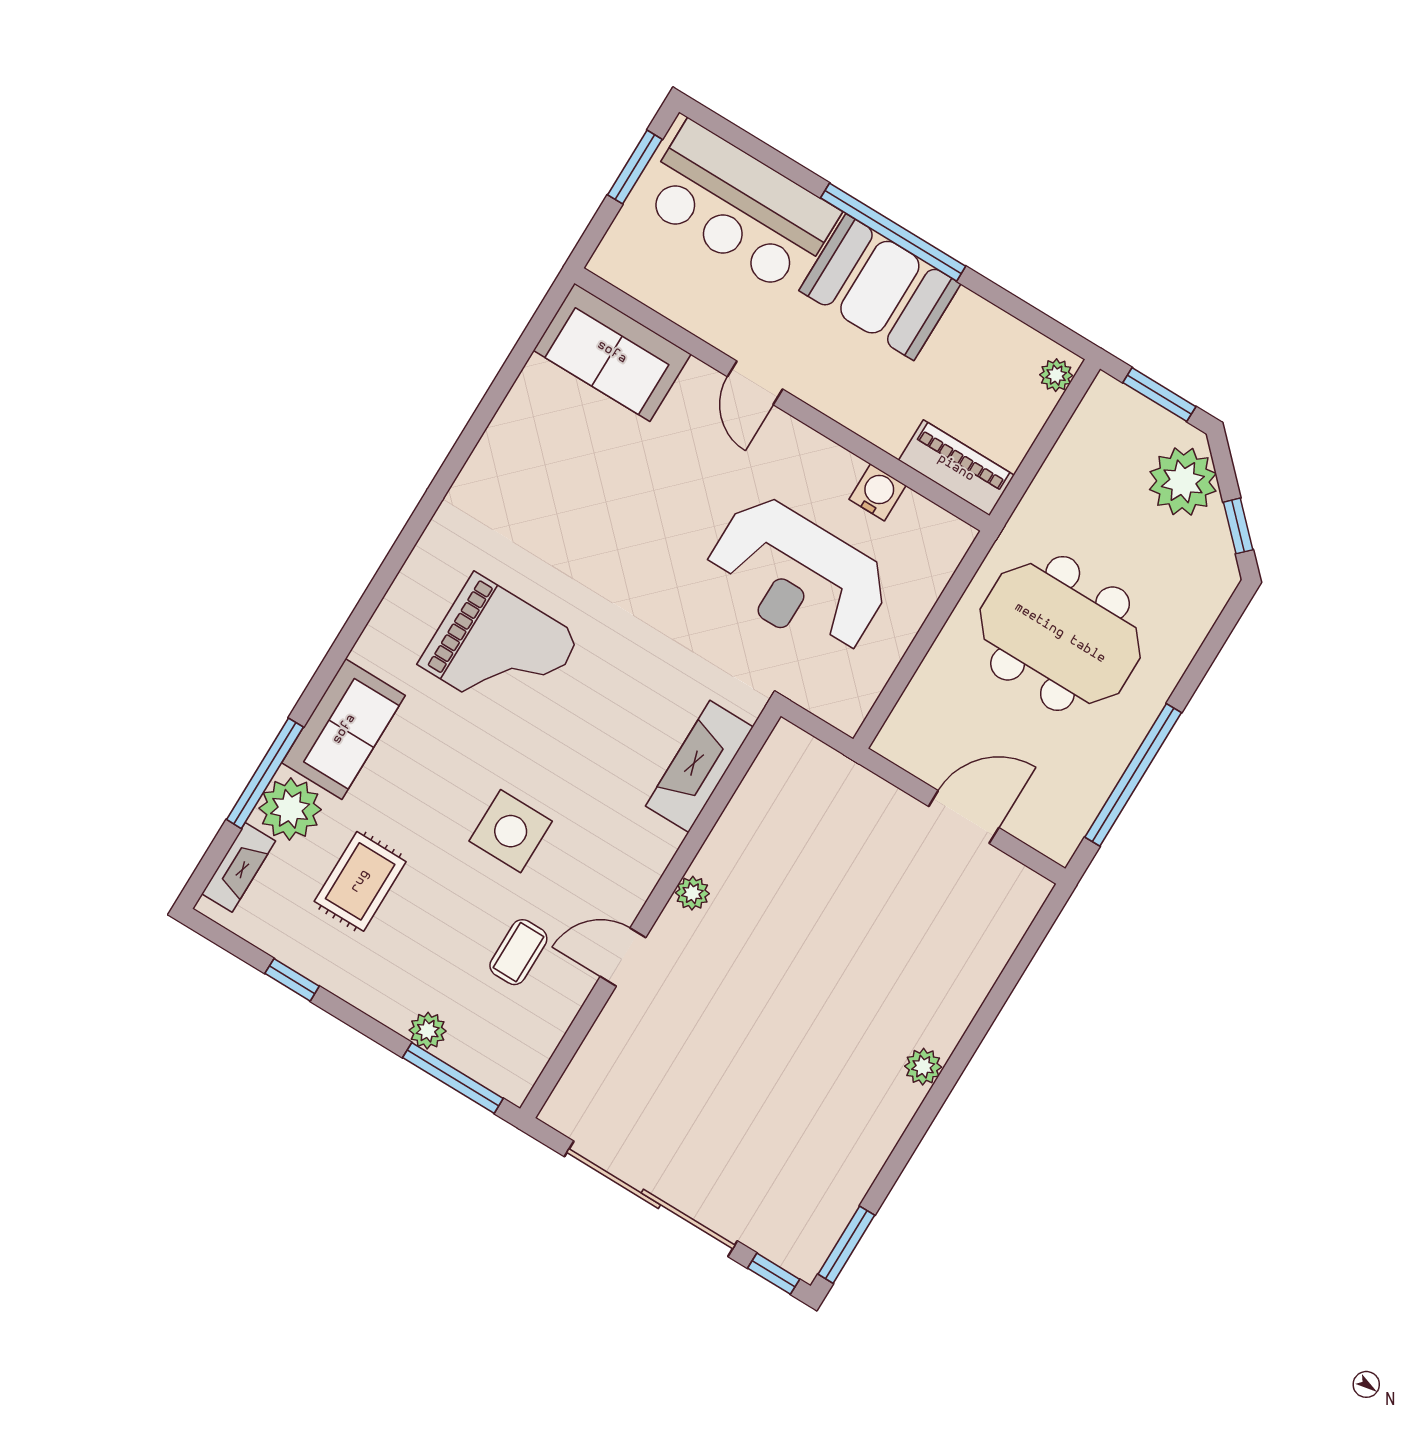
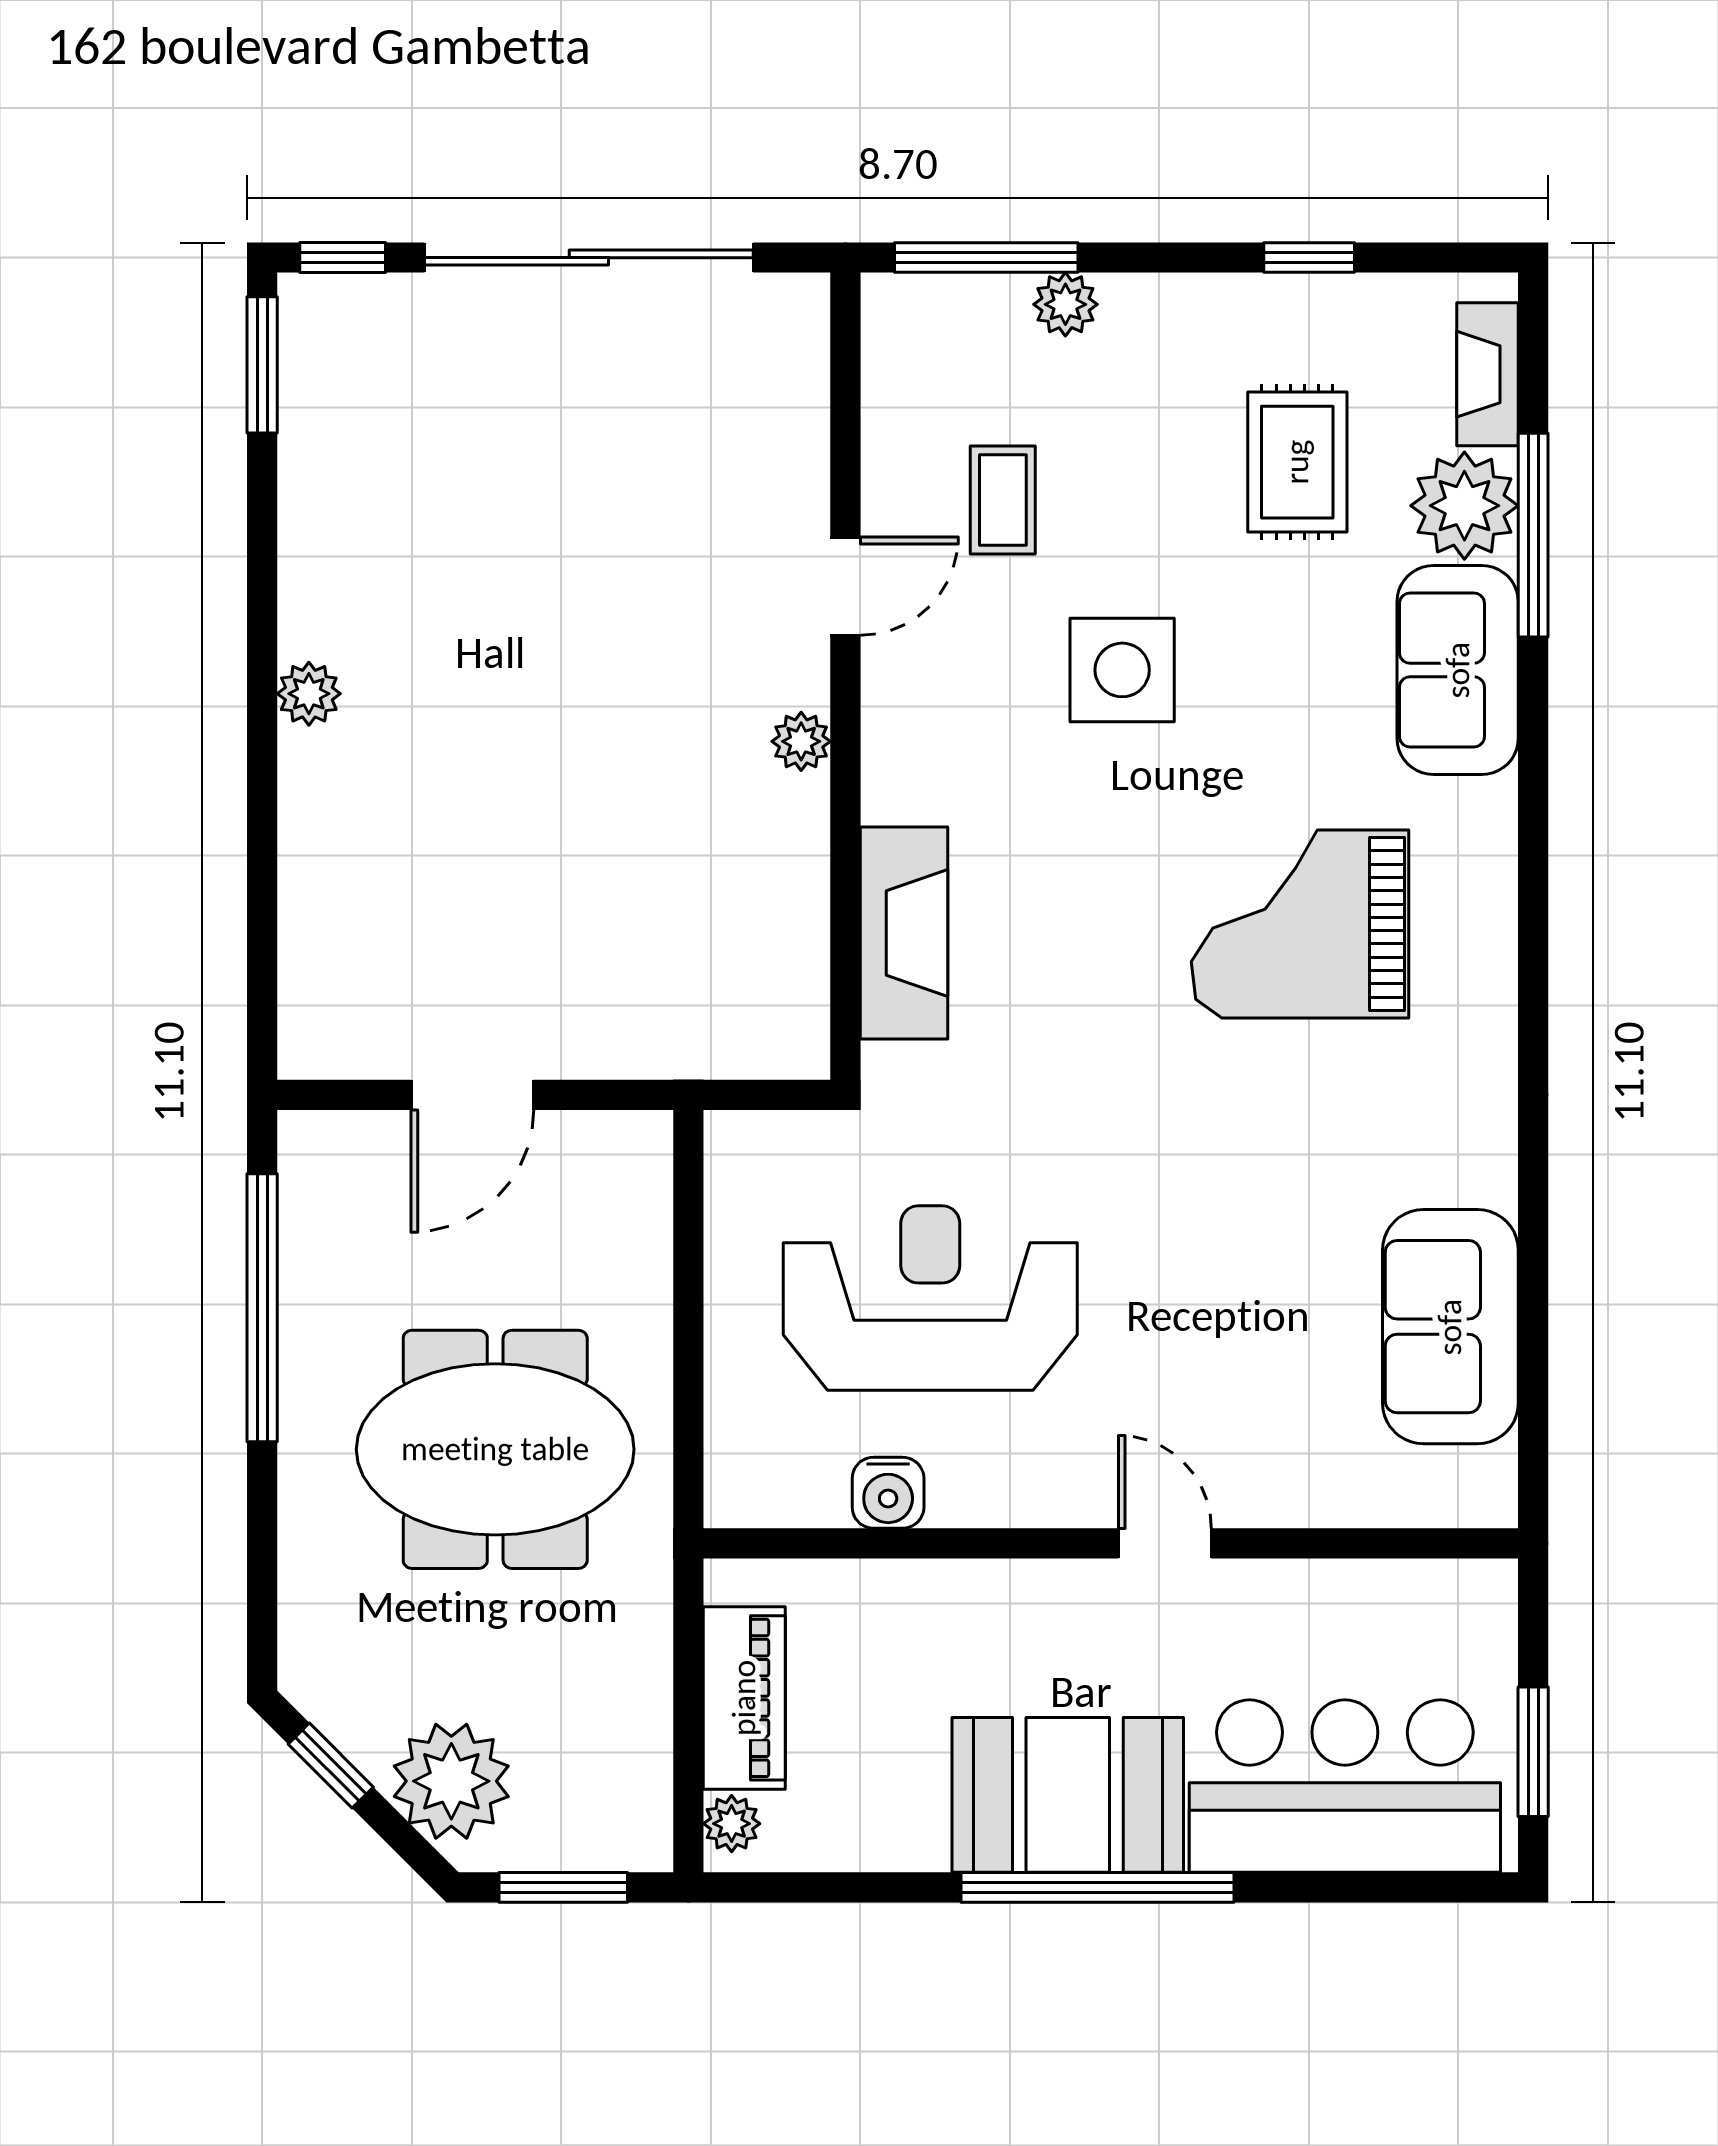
sofa: (612, 352) -> (1450, 1327), moved, turned -90
piano: (956, 468) -> (744, 1698), moved, turned -90

